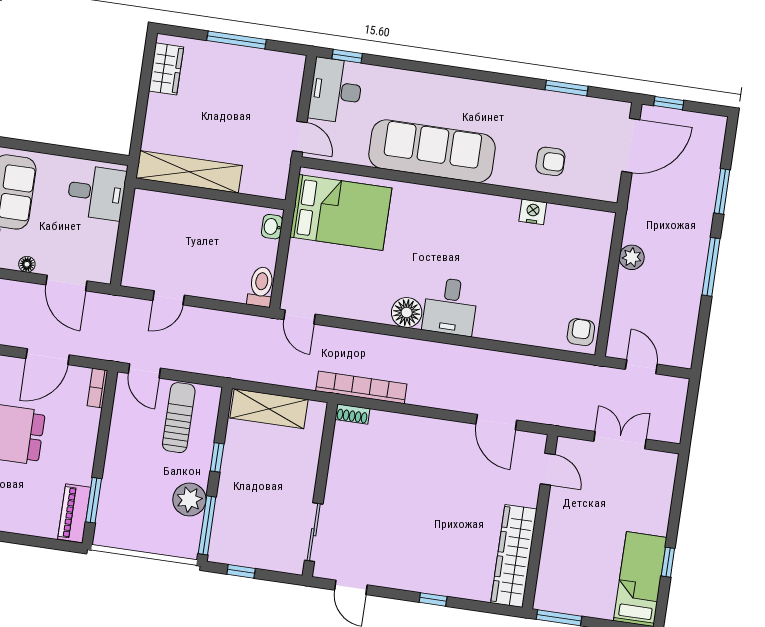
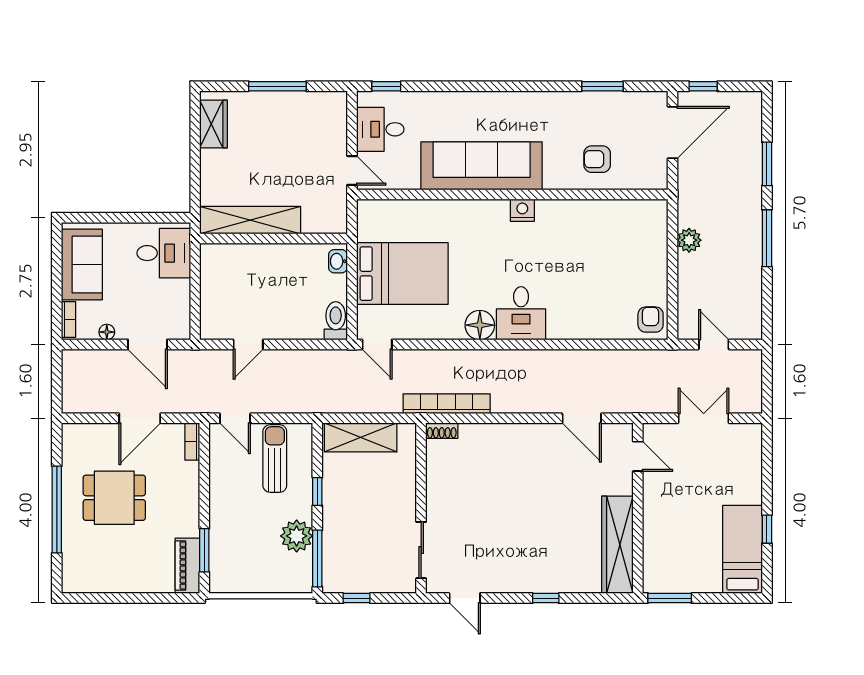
desk: (336, 91) -> (380, 129), width x0.73
armchair: (550, 161) -> (597, 159), turned 180
nightstand: (533, 212) -> (522, 210), moved
bed: (341, 213) -> (402, 274), moved

